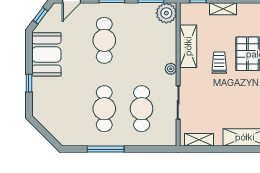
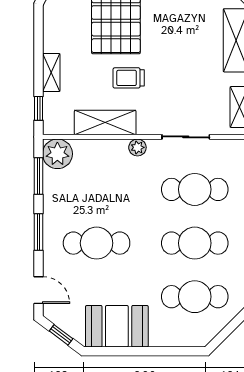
window: (29, 83) -> (158, 351), removed
cafe table: (67, 109) -> (195, 297), added

